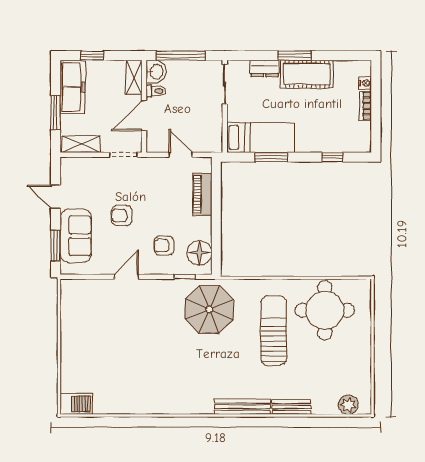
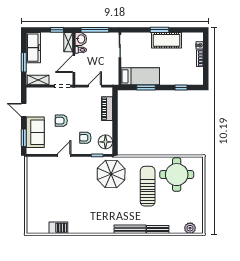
window: (92, 56) -> (57, 30), moved
dresser: (265, 68) -> (142, 37), removed
door: (181, 155) -> (95, 86), hinge flipped
barbecue: (76, 404) -> (58, 228), moved

